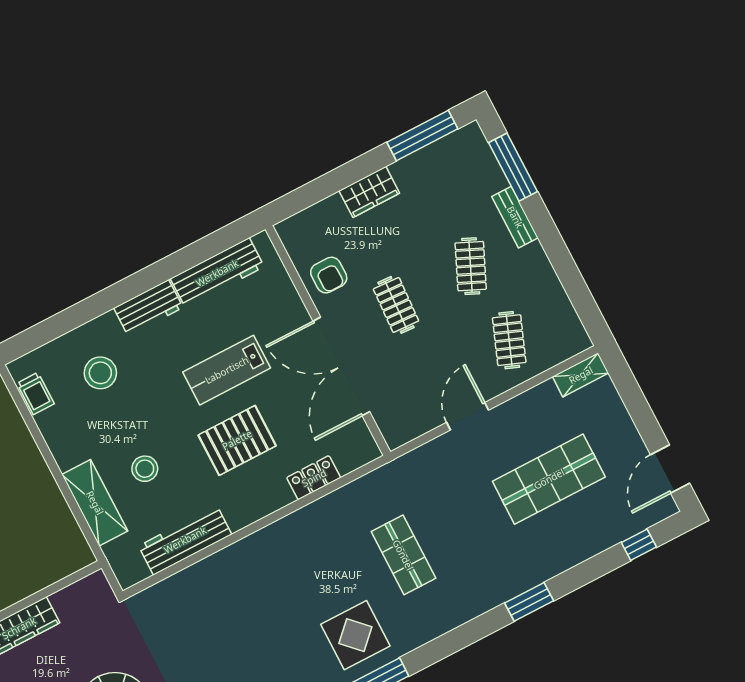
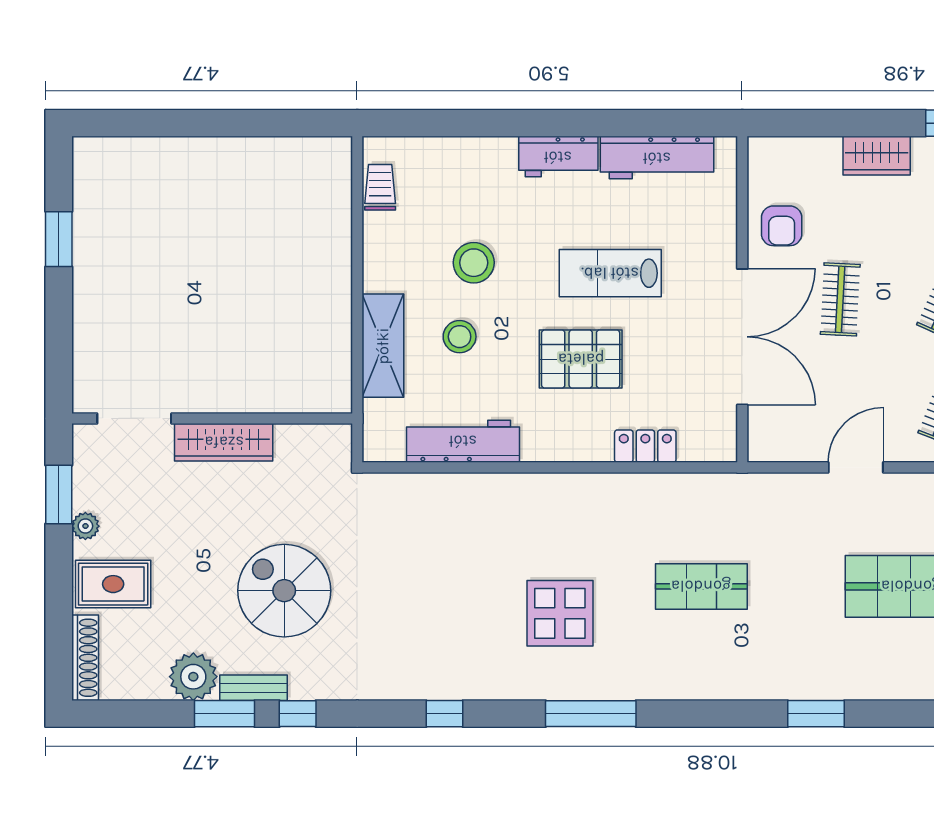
double door: (341, 366) -> (742, 337), swing flipped
stool: (100, 373) -> (474, 263), moved
trolley: (36, 394) -> (380, 187), turned 180
shop shelf: (403, 555) -> (701, 586), turned 90
display table: (355, 635) -> (560, 613), moved

